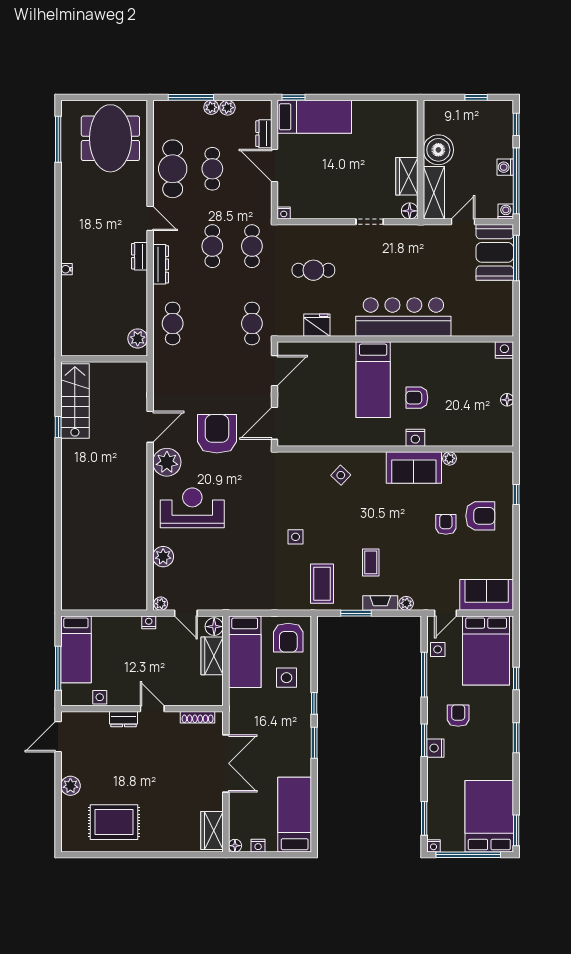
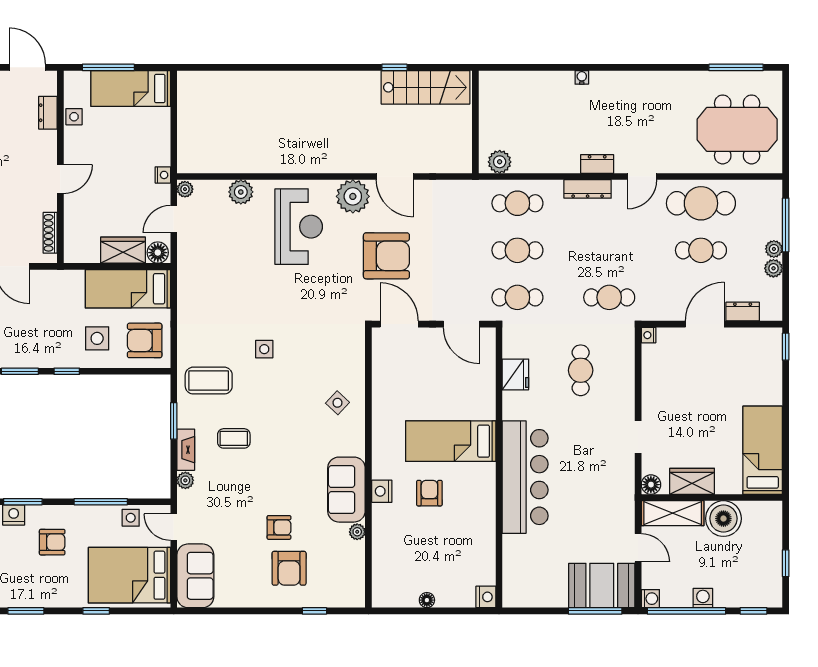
bed: (314, 117) -> (763, 450), moved, turned 180
cafe table: (212, 246) -> (517, 250), moved
dresser: (124, 719) -> (48, 113), moved

